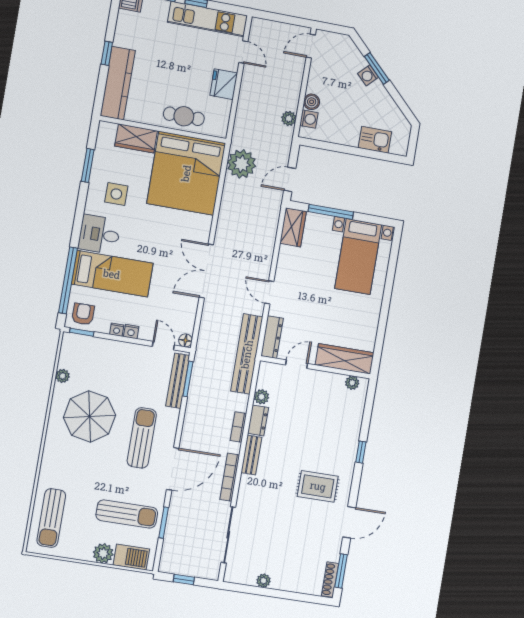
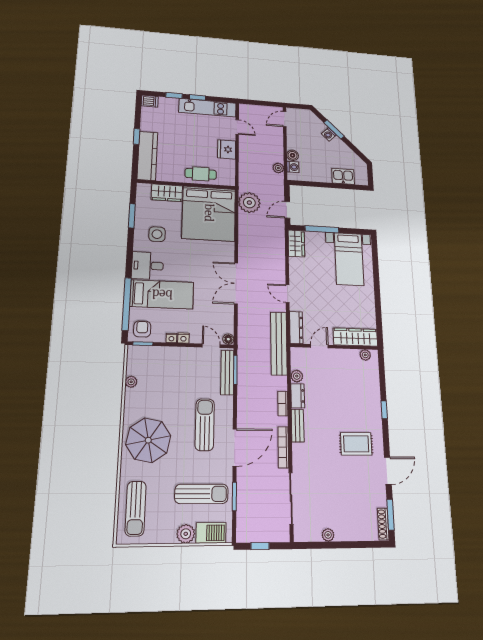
parasol: (89, 416) -> (148, 440), moved

